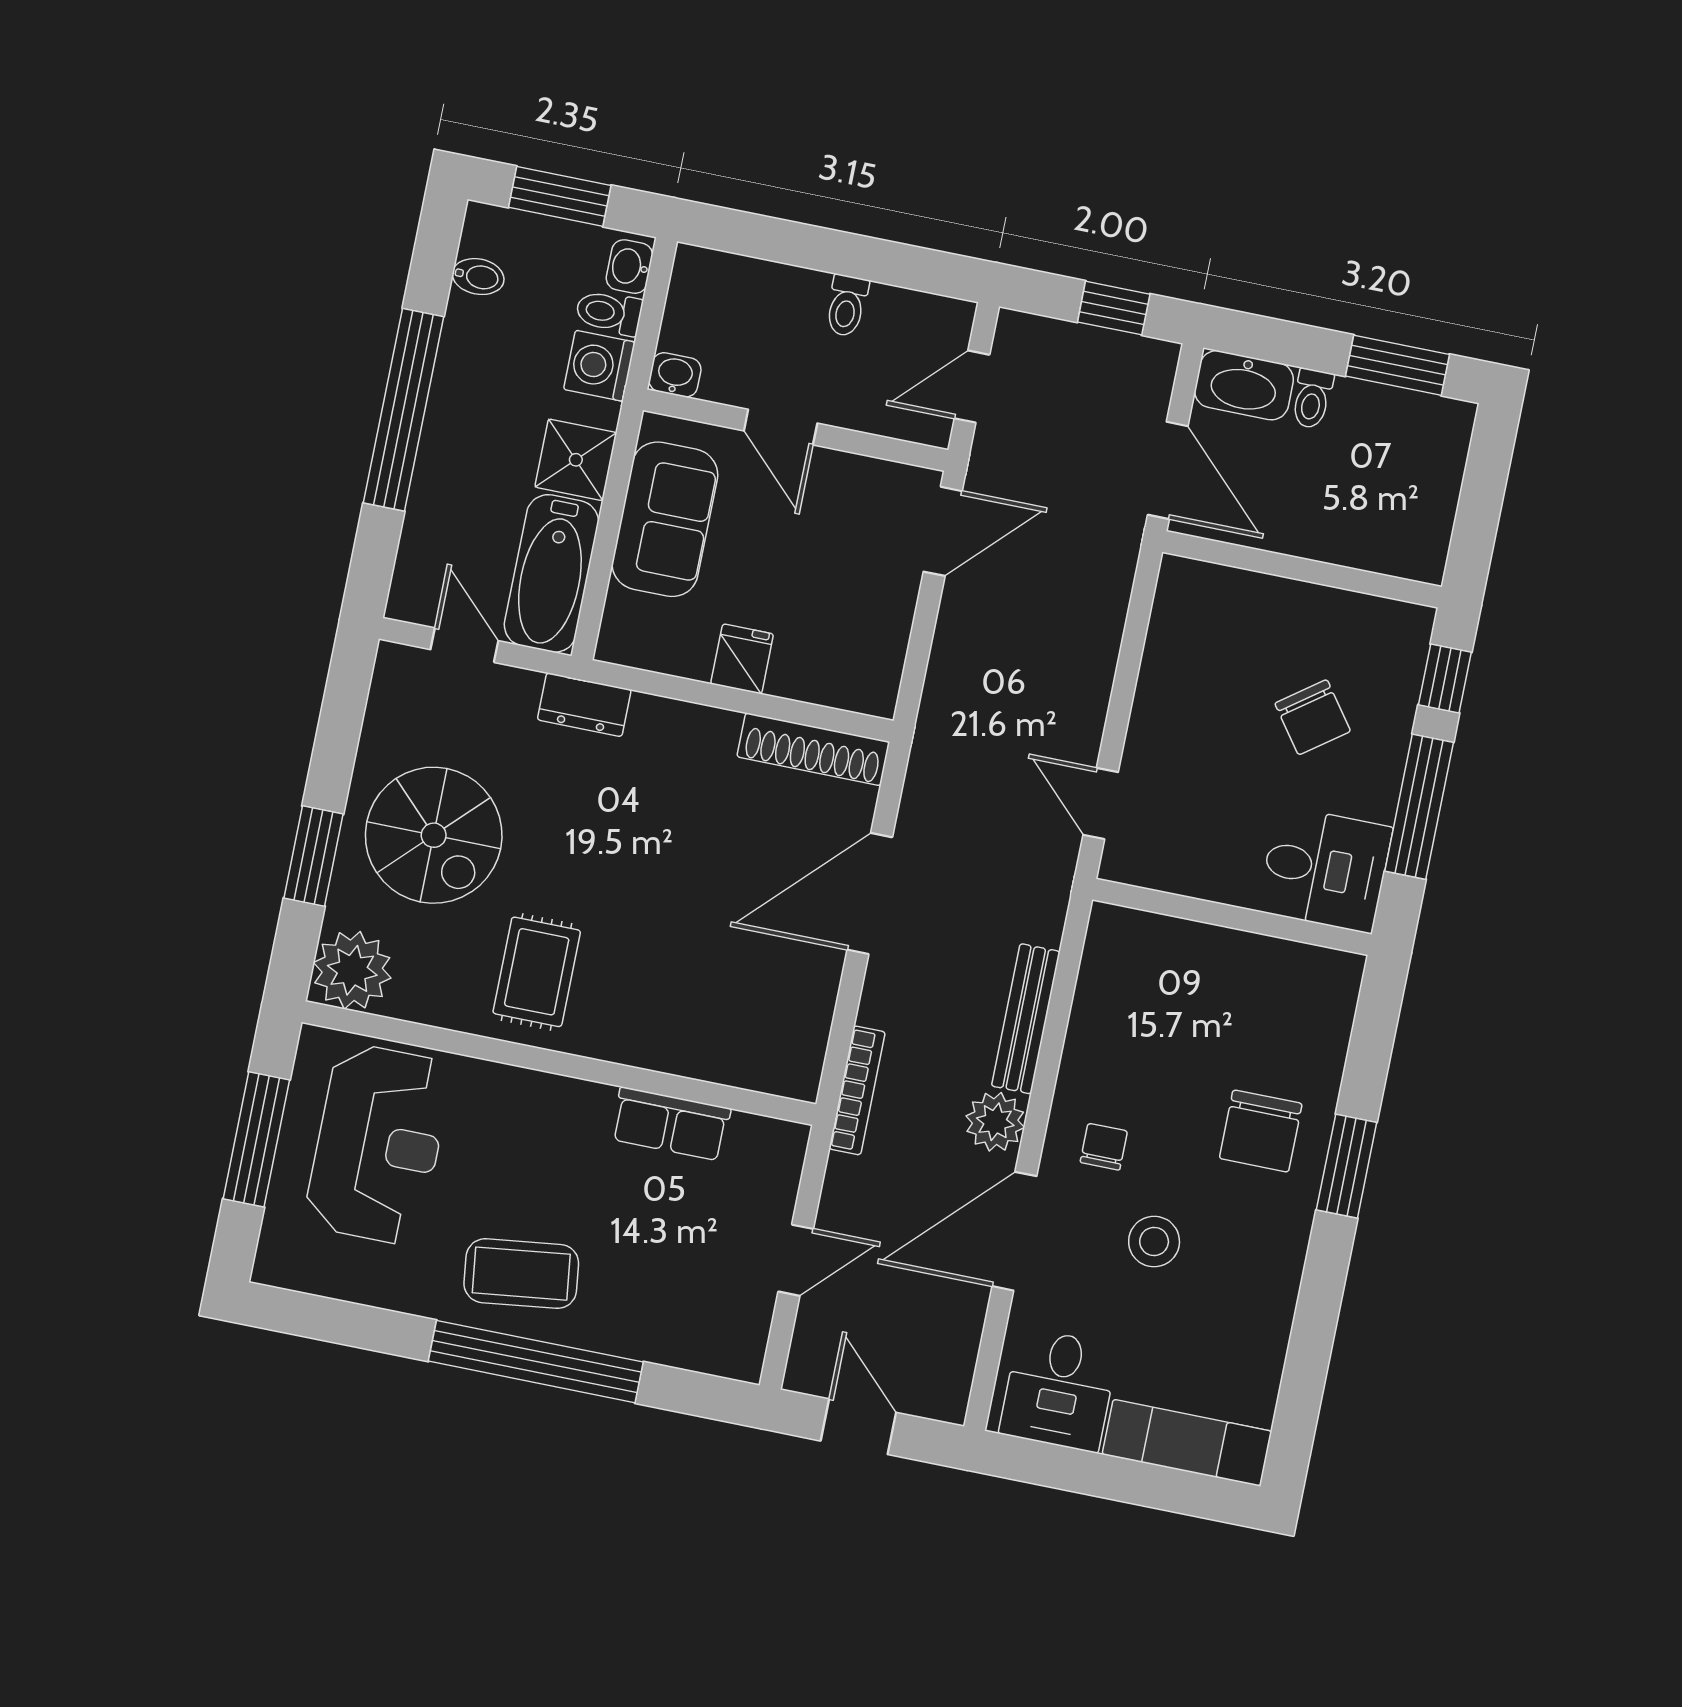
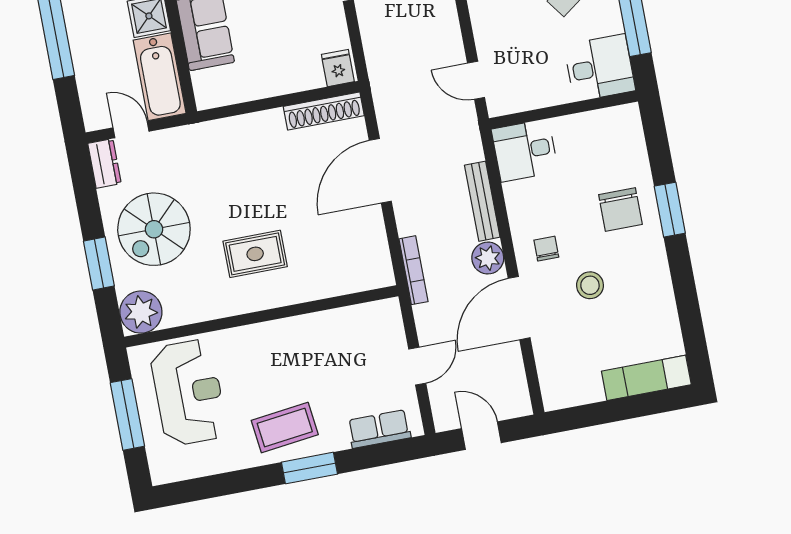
fridge: (742, 659) -> (338, 68), moved
dresser: (584, 705) -> (104, 163), moved, turned -90
spiral stairs: (434, 835) -> (154, 229), turned 90
rug: (537, 972) -> (255, 254), moved, turned 90
row of seats: (671, 1124) -> (379, 429), moved, turned 180
window: (536, 1362) -> (309, 468), width x0.47
desk: (1059, 1390) -> (525, 150), moved, turned 90

